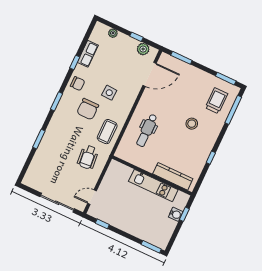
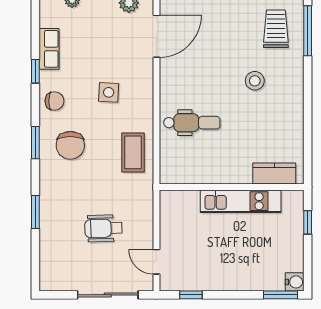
chair: (88, 109) -> (70, 145), moved
dental chair: (147, 130) -> (192, 123), turned -90
wheelchair: (88, 157) -> (104, 228), moved, turned 93
window: (211, 158) -> (308, 119), removed
kitchen counter: (173, 176) -> (274, 174), width x0.67
door: (92, 197) -> (156, 262), hinge flipped
water cooler: (176, 214) -> (295, 282), moved

